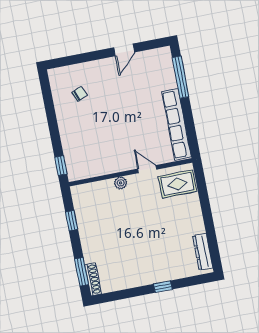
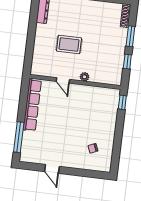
door: (124, 50) -> (52, 169), swing flipped
rug: (177, 184) -> (69, 44), moved
window: (82, 272) -> (130, 36), moved

